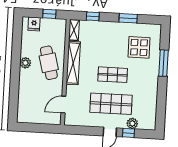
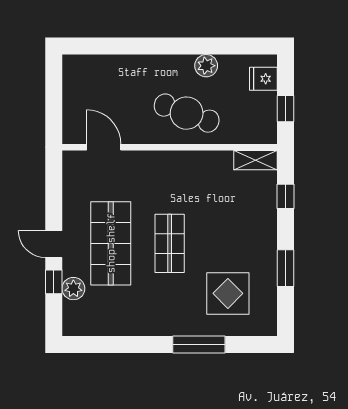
plant: (25, 63) -> (206, 66), moved
cafe table: (49, 63) -> (187, 113), turned 35
shelving: (73, 63) -> (189, 162), removed

